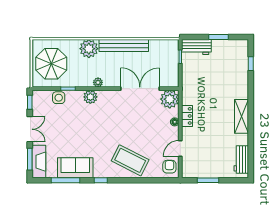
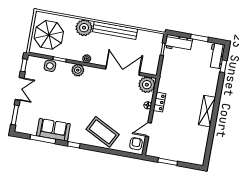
workbench: (241, 159) -> (217, 56), moved
fireplace: (39, 162) -> (22, 119), removed

